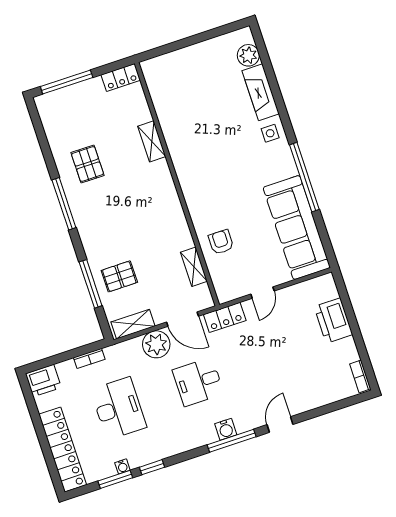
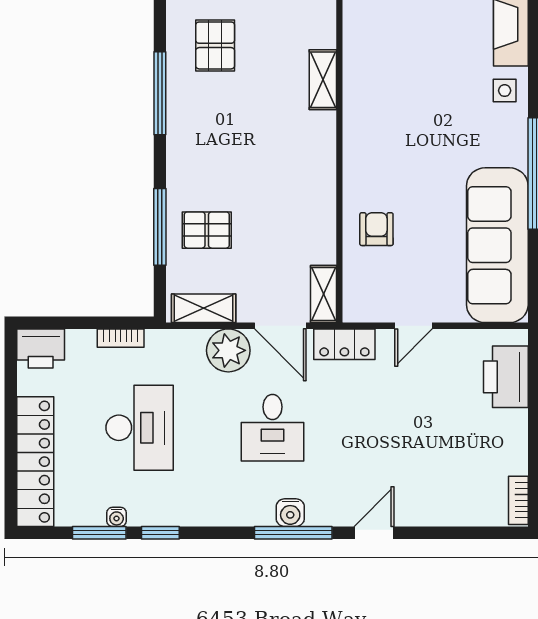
shelving: (152, 141) -> (323, 80), moved
shelving: (194, 267) -> (323, 294), moved
printer: (333, 321) -> (506, 377), moved
desk: (198, 382) -> (272, 428), turned -90

